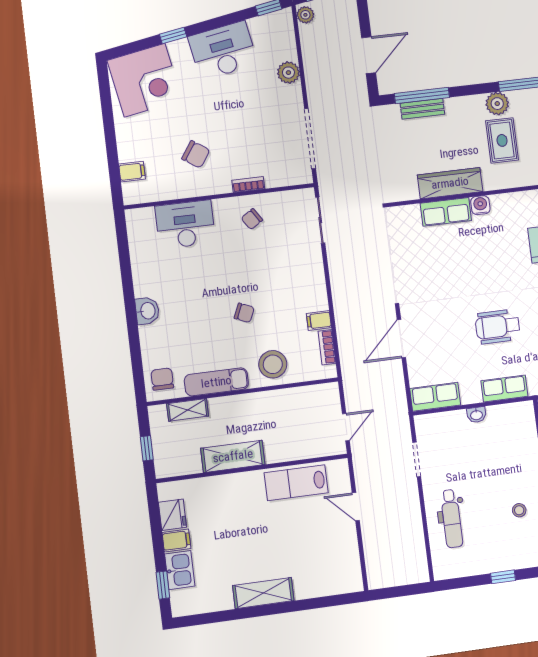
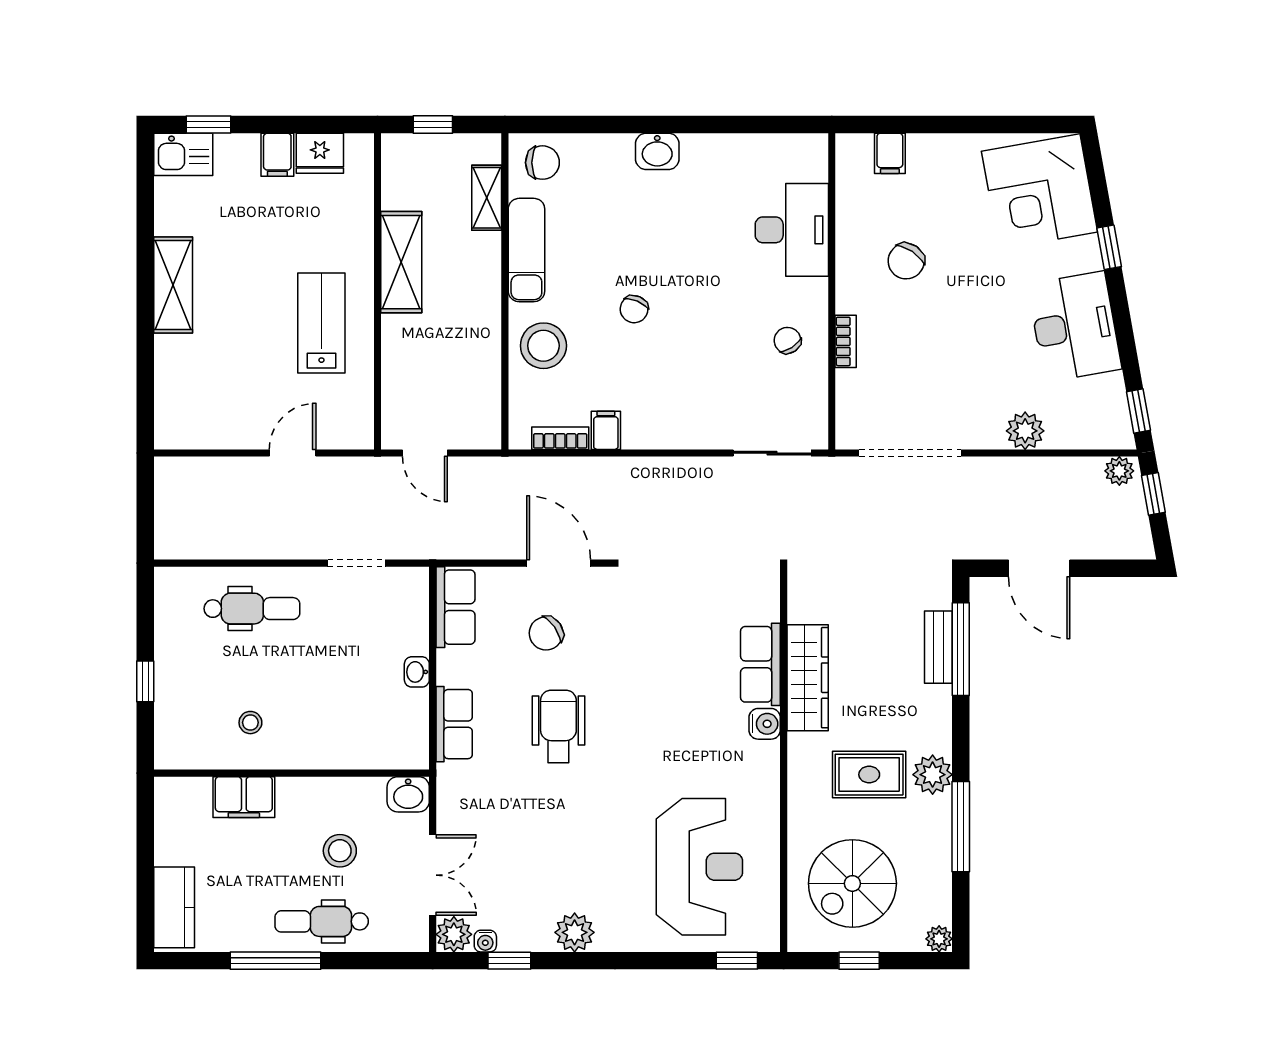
chair: (444, 341) -> (546, 633), added
lab bench: (296, 483) -> (321, 323), moved
dental chair: (452, 519) -> (252, 609), turned 180
kitchen sink: (180, 570) -> (183, 154), moved

